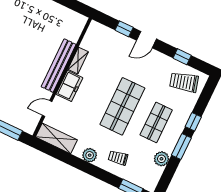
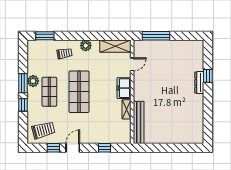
door: (147, 40) -> (73, 148), moved
bench: (59, 66) -> (139, 122), moved
plant: (161, 159) -> (33, 81), moved

